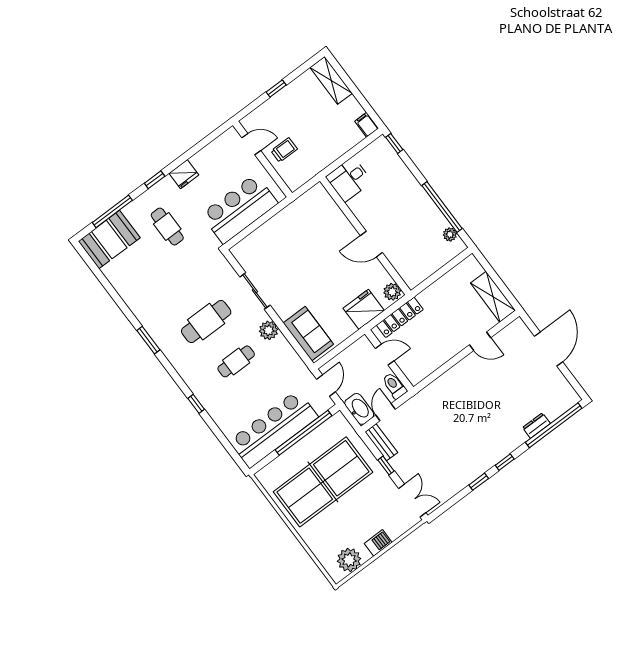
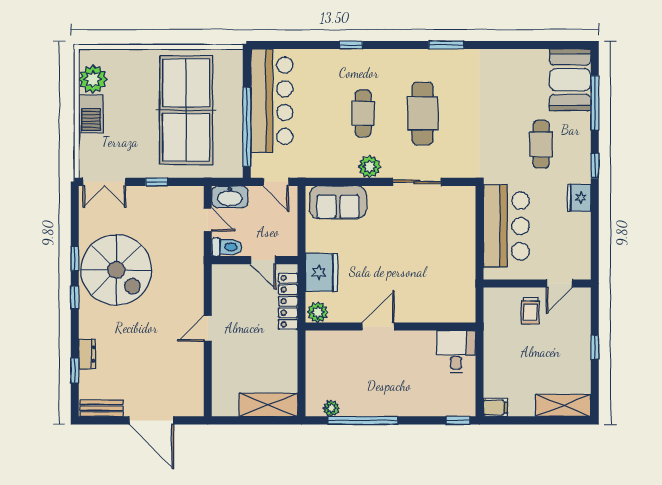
cafe table: (167, 227) -> (541, 144), turned 90
shelving: (493, 297) -> (268, 405), moved
door: (480, 341) -> (208, 328), moved
door: (385, 355) -> (263, 260), hinge flipped
window: (554, 425) -> (75, 371), width x0.32
bench: (381, 442) -> (102, 408), moved
spiral stairs: (465, 448) -> (116, 270), added
barbecue: (378, 543) -> (91, 114), width x1.38, depth x1.27

